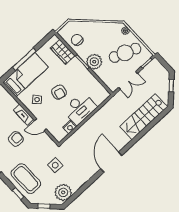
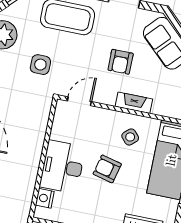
door: (40, 125) -> (79, 101), moved
nightstand: (69, 127) -> (45, 198), moved

